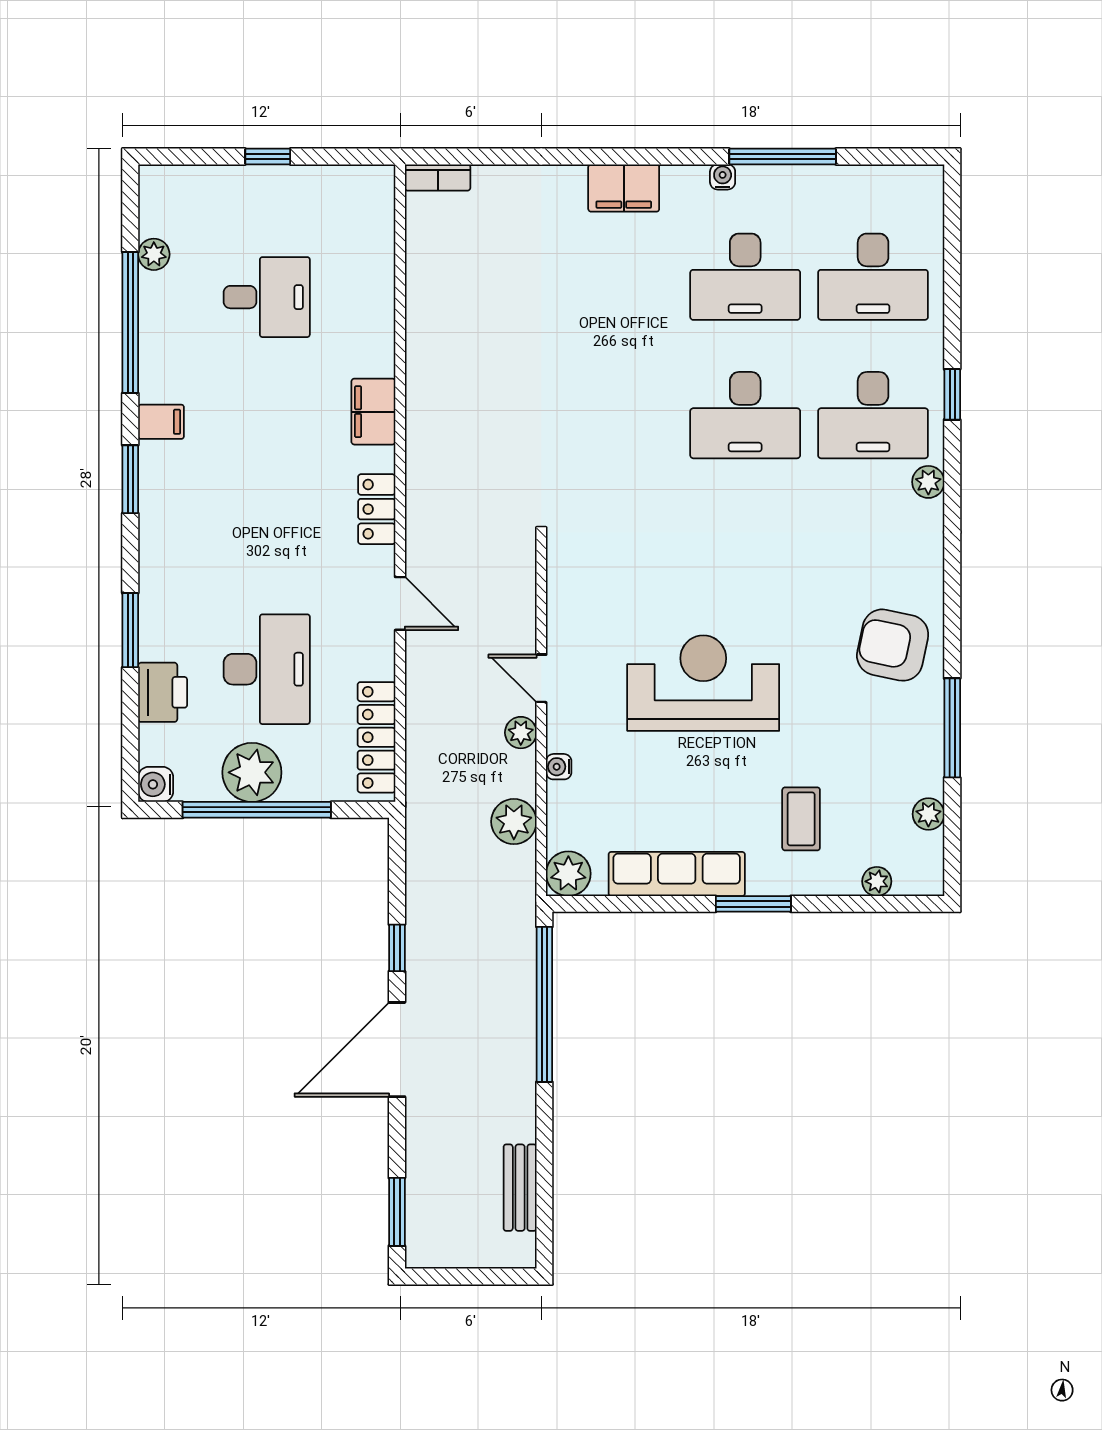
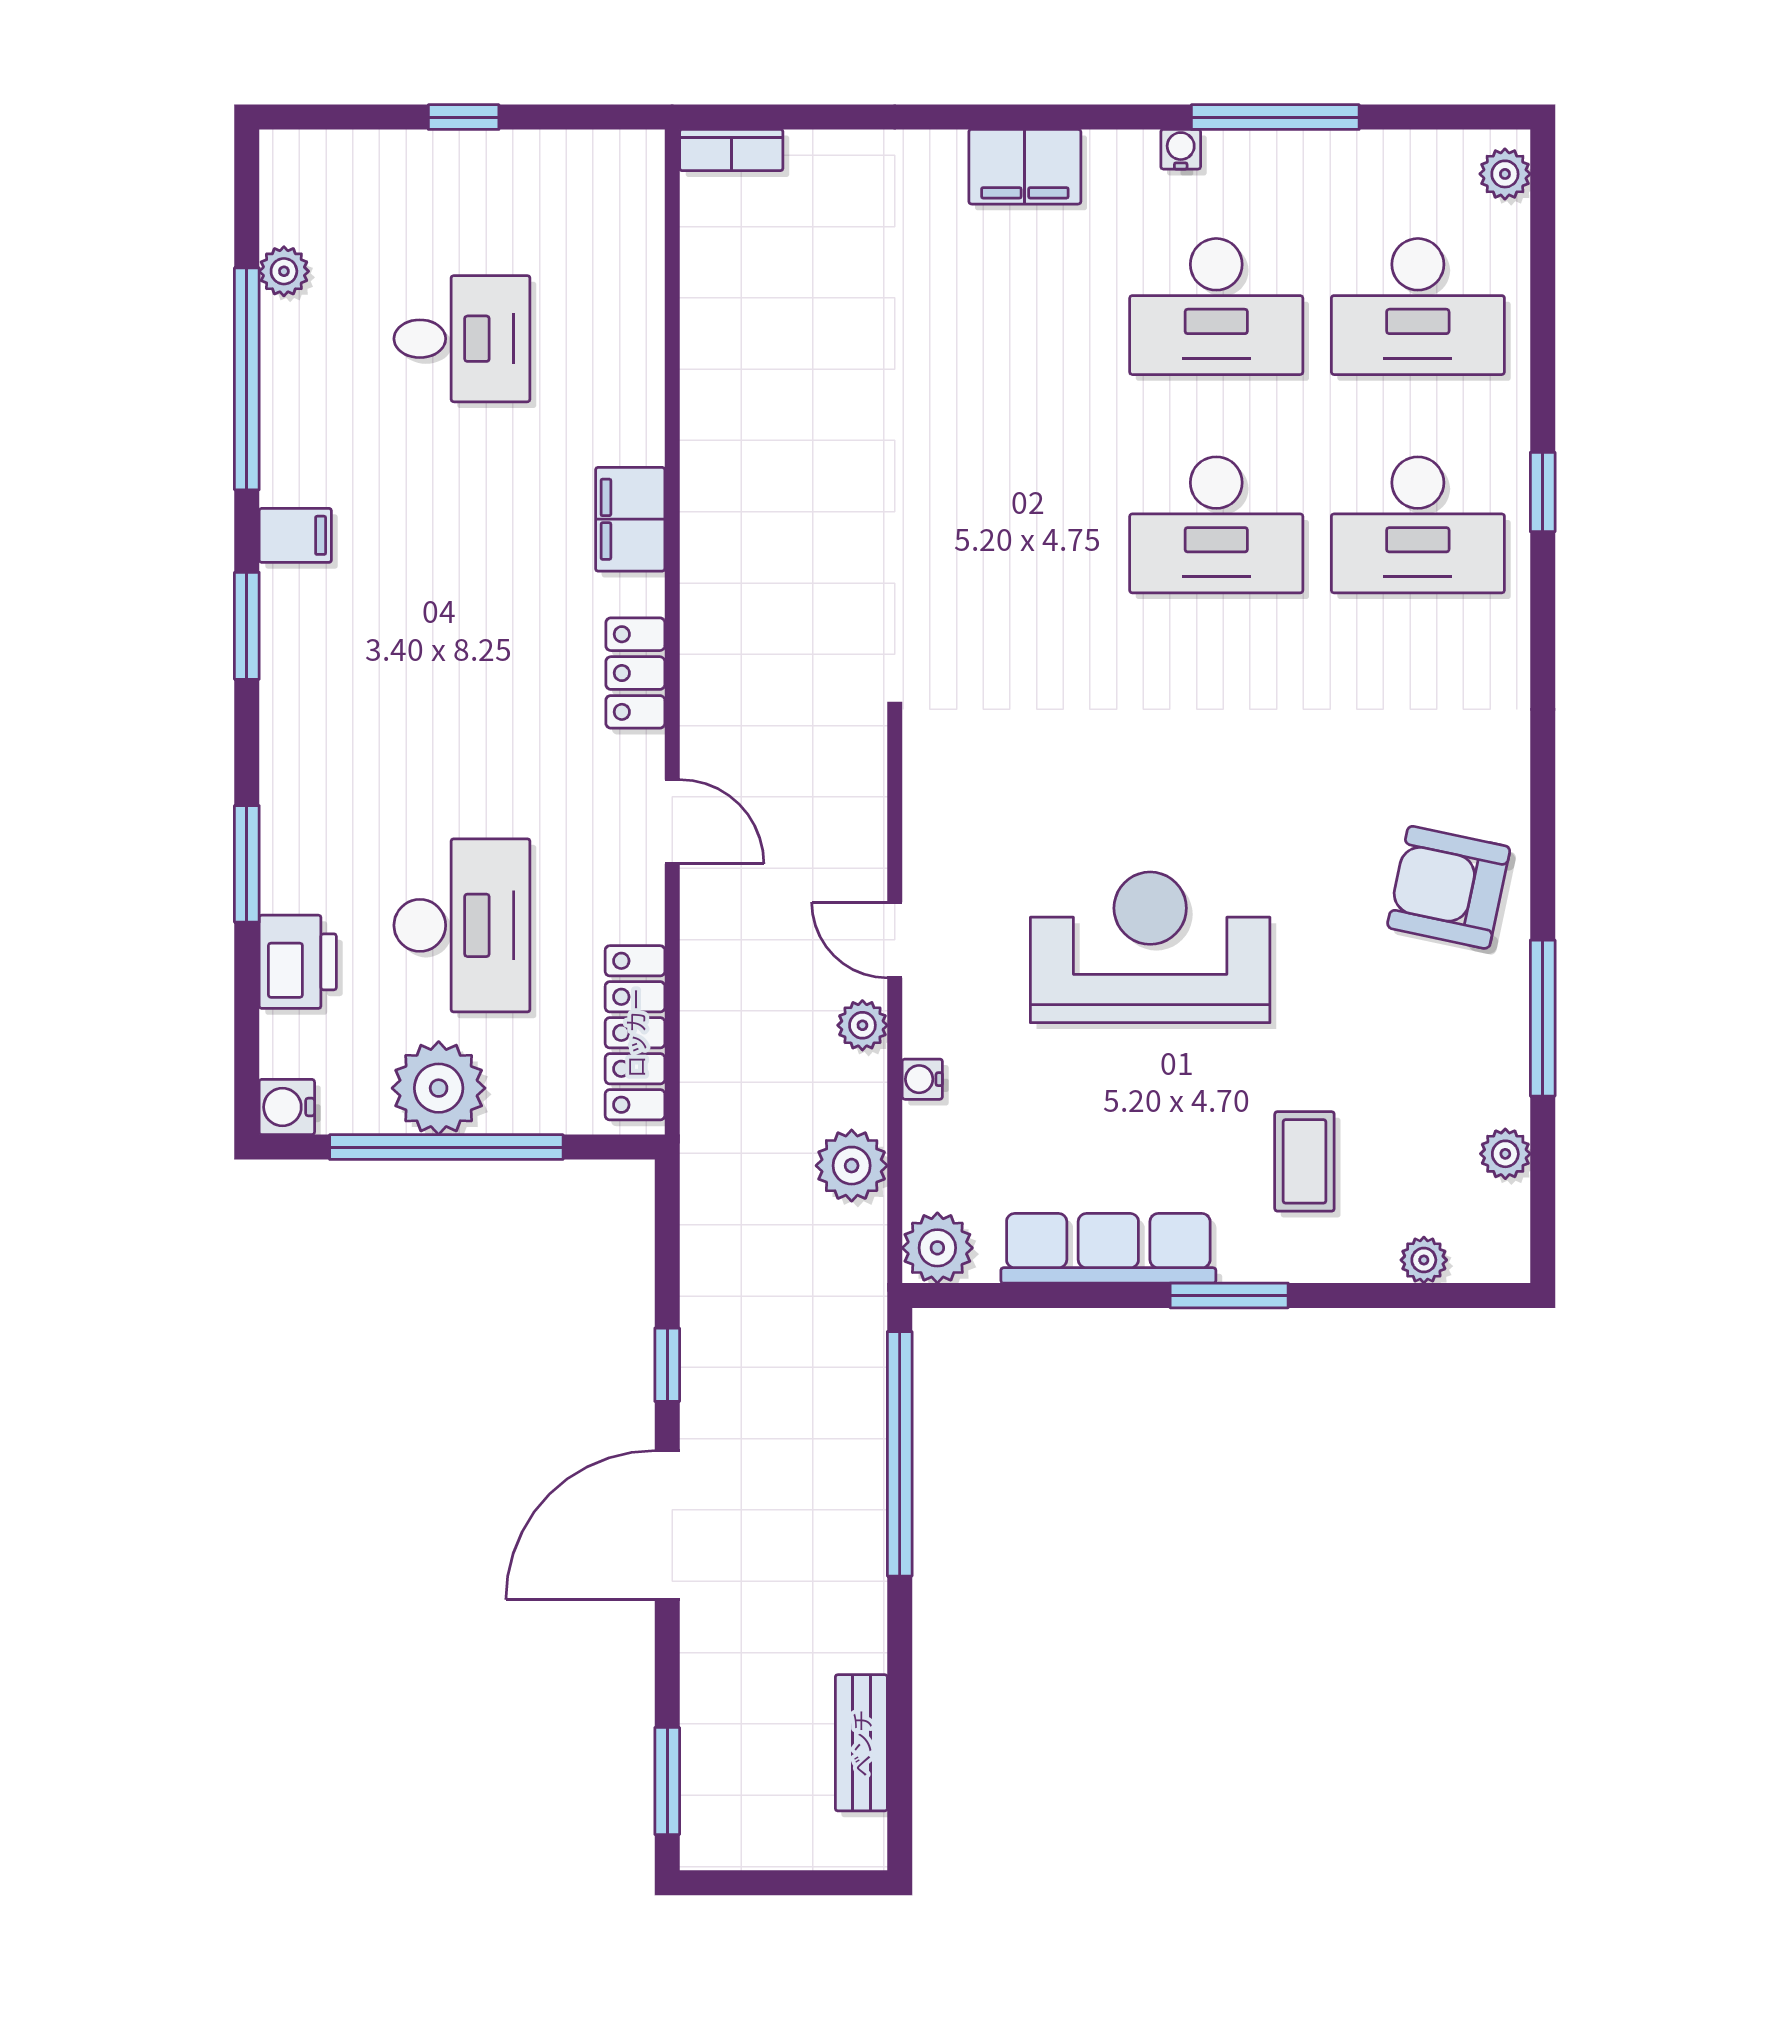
plant: (928, 482) -> (1505, 174), moved

